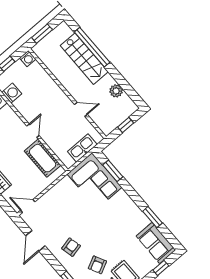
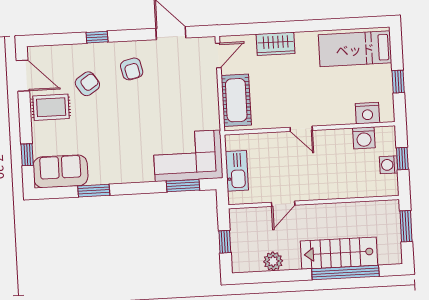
washing machine: (28, 59) -> (389, 165), moved
cot: (43, 158) -> (236, 100), moved, turned 90
armchair: (97, 265) -> (87, 84), turned 83

